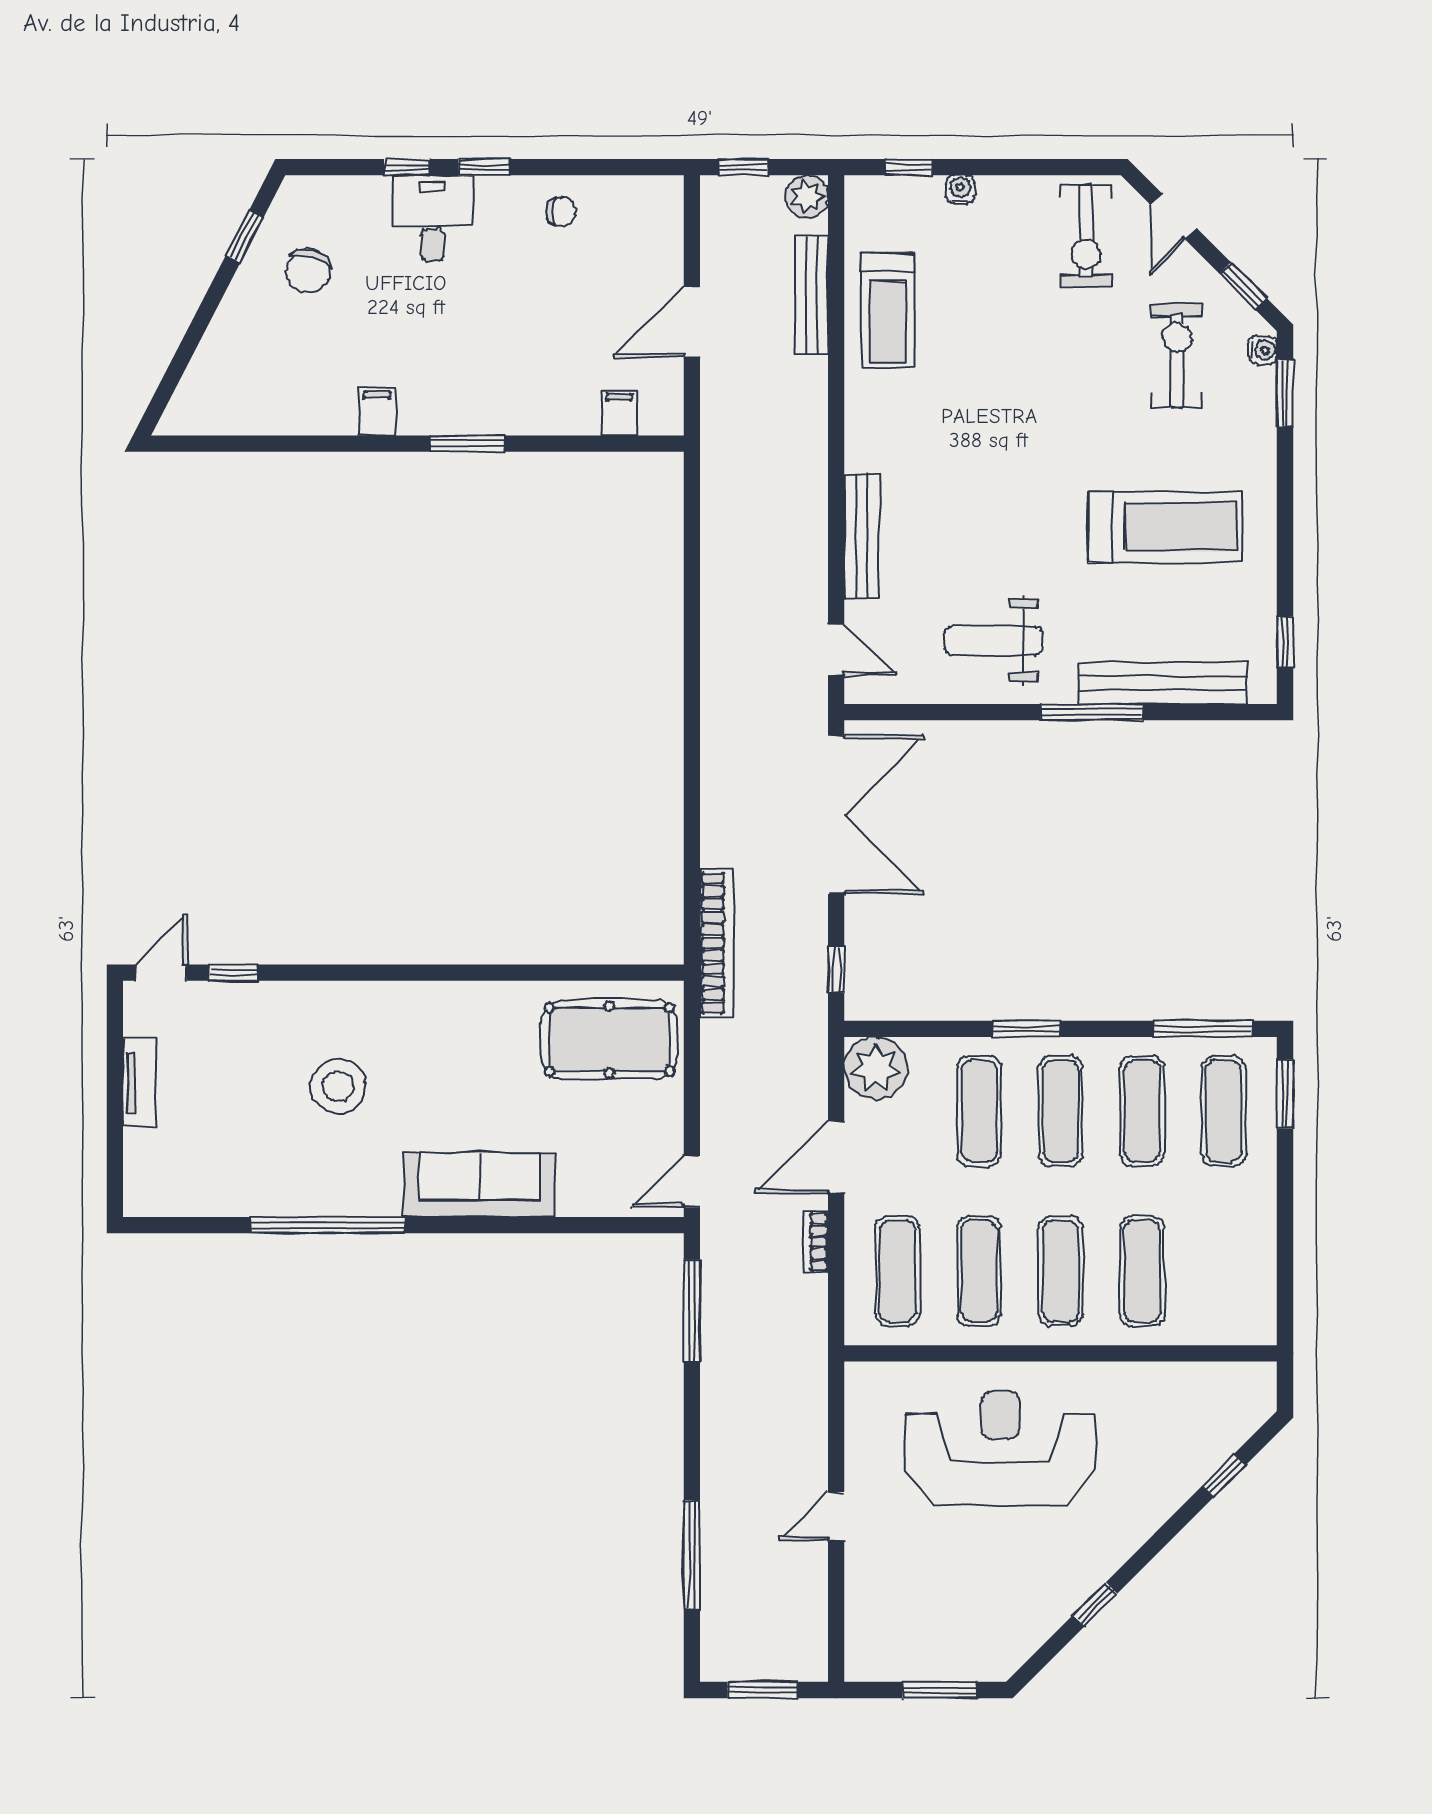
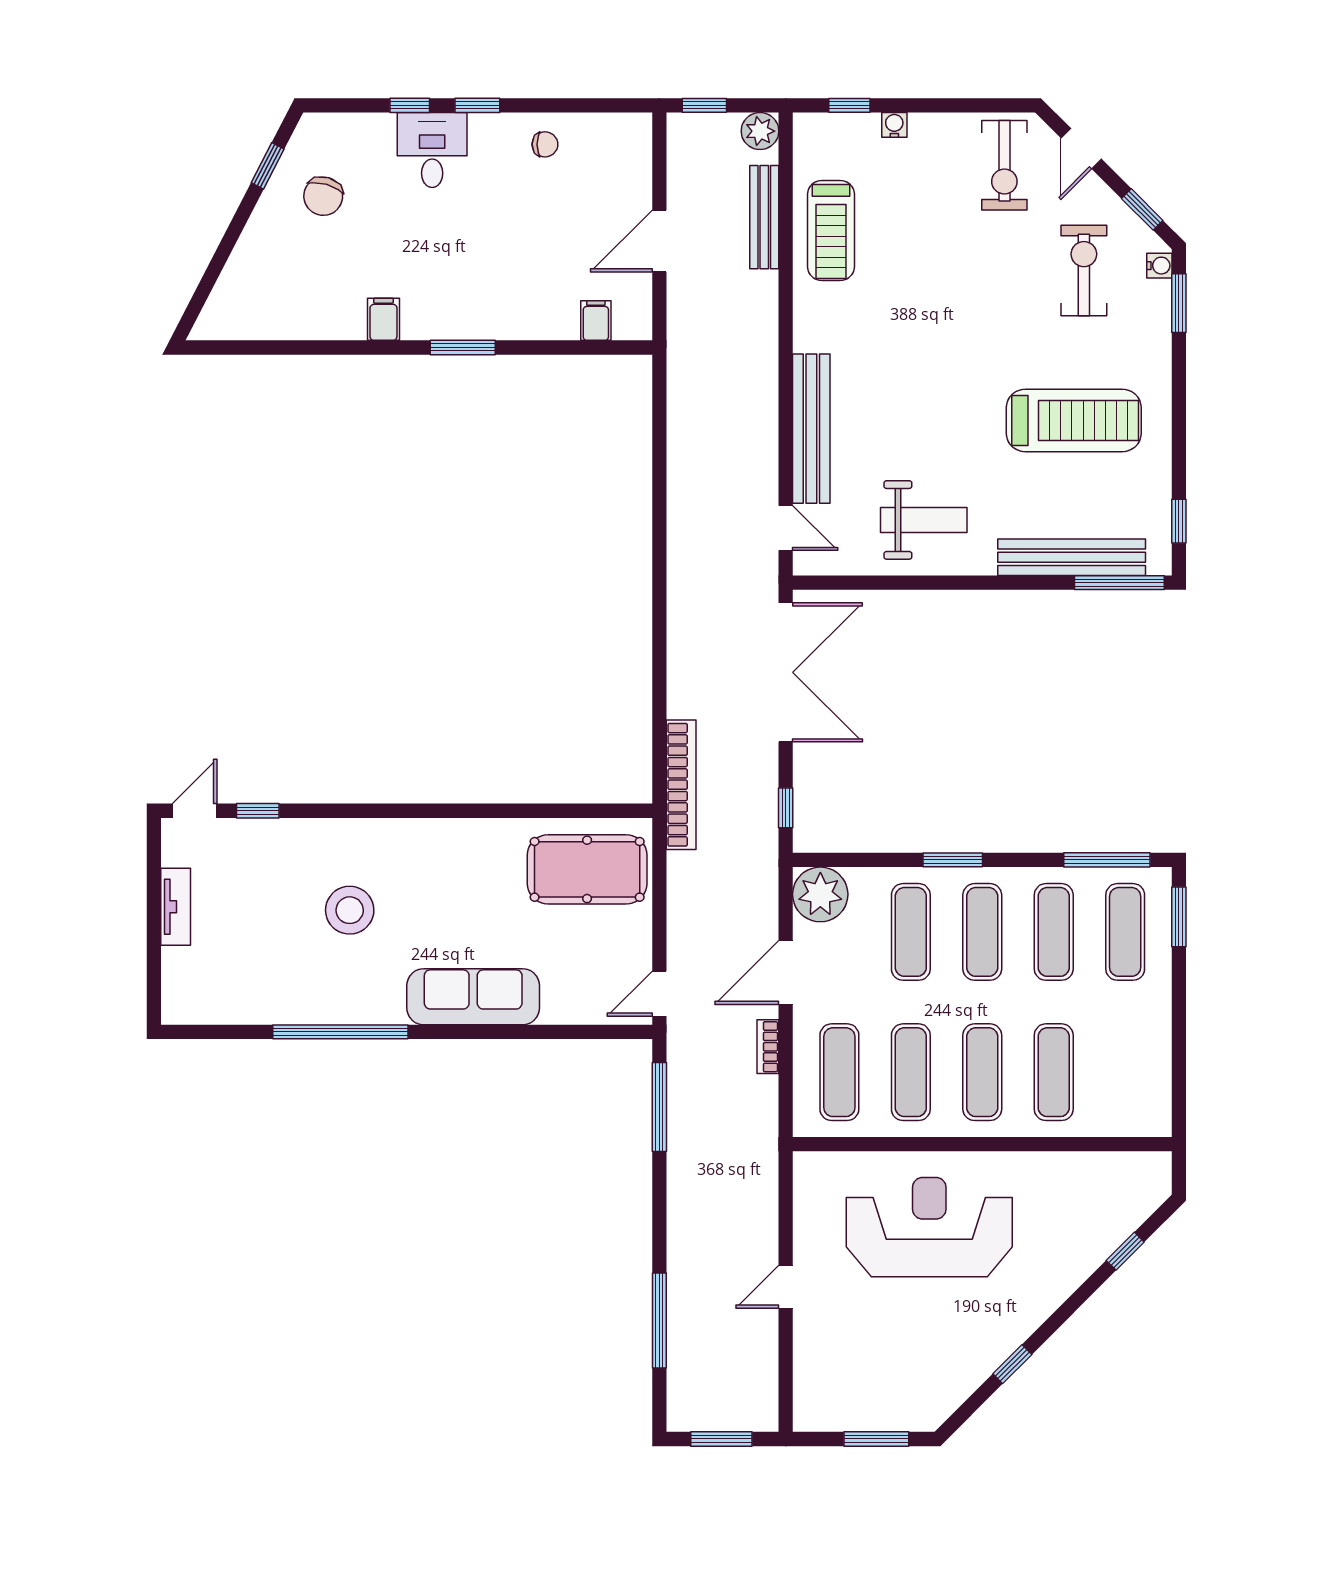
bench: (862, 536) -> (811, 429), width x1.37, depth x1.21
weight bench: (994, 641) -> (924, 520), turned 180
window: (1092, 712) -> (1119, 583), moved

